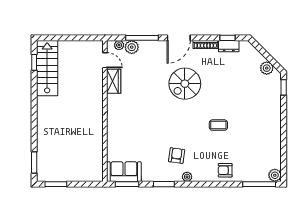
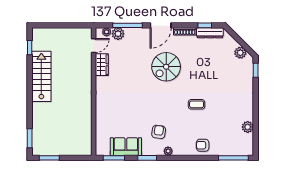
dresser: (229, 46) -> (210, 33), width x1.44
door: (105, 60) -> (94, 46), hinge flipped
stairs: (47, 68) -> (41, 76), moved
sofa: (124, 172) -> (126, 147), moved
plant: (275, 175) -> (248, 127), moved

